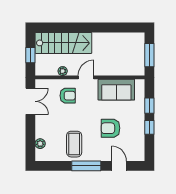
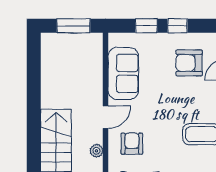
door: (86, 77) -> (106, 117), swing flipped
armchair: (110, 128) -> (189, 63), moved, turned 90

